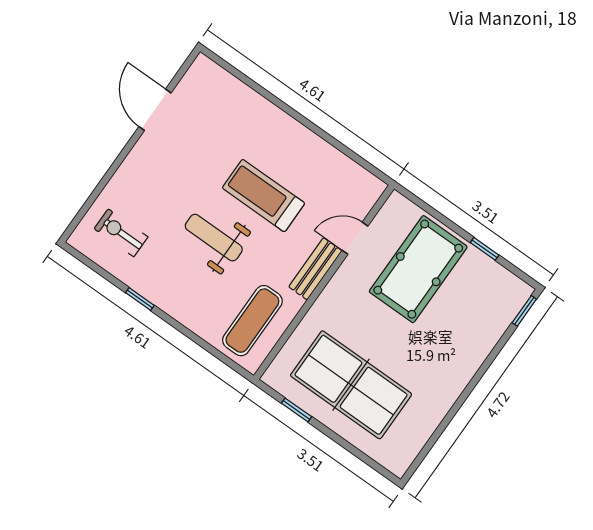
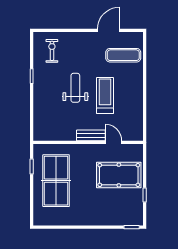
exercise mat: (252, 321) -> (123, 55), moved

